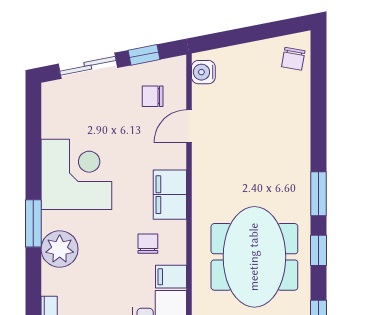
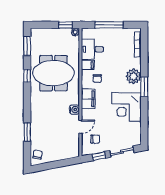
water cooler: (203, 72) -> (74, 109), moved
window: (319, 194) -> (27, 132), moved
meeting table: (254, 257) -> (53, 73), turned 90

